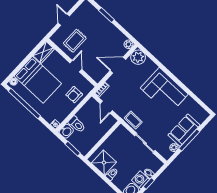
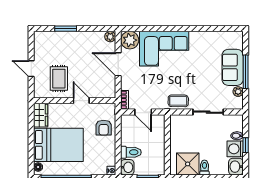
door: (118, 65) -> (118, 64), hinge flipped
corner sofa: (164, 91) -> (164, 49), moved

